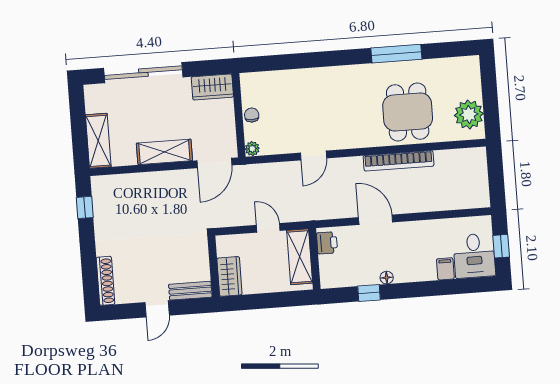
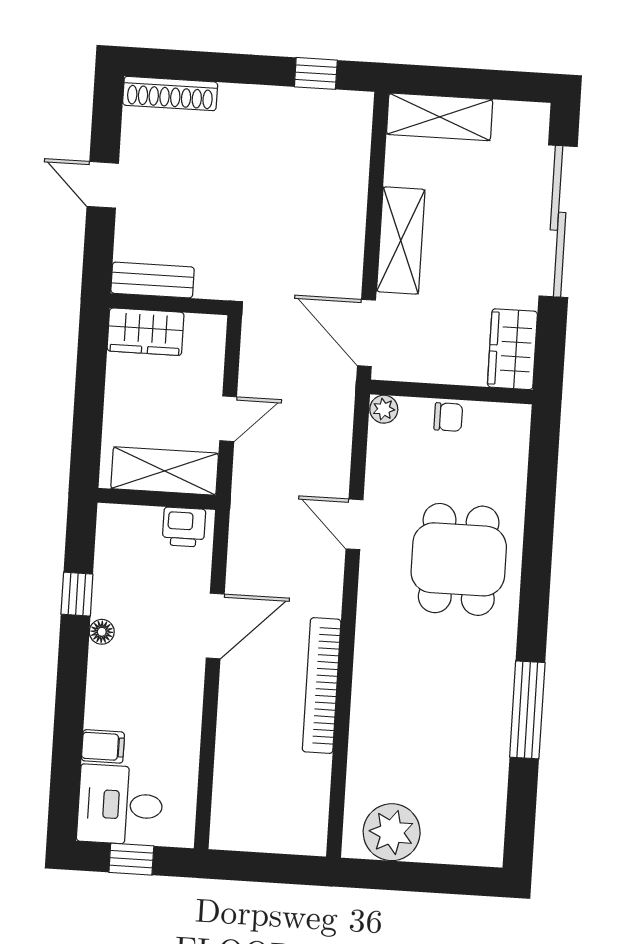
dining table: (408, 112) -> (459, 559), moved, turned 90
bench: (190, 291) -> (152, 280), moved, turned 90

